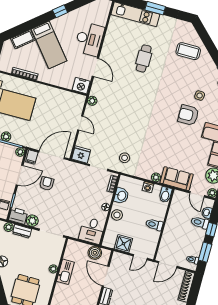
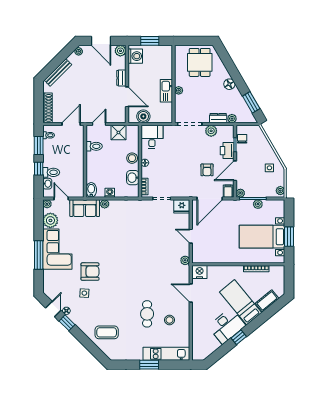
desk: (89, 39) -> (227, 326), moved, turned -129
stool: (125, 158) -> (169, 320), moved
printer: (18, 216) -> (227, 151), moved, turned 90
toilet: (154, 225) -> (94, 146), moved

